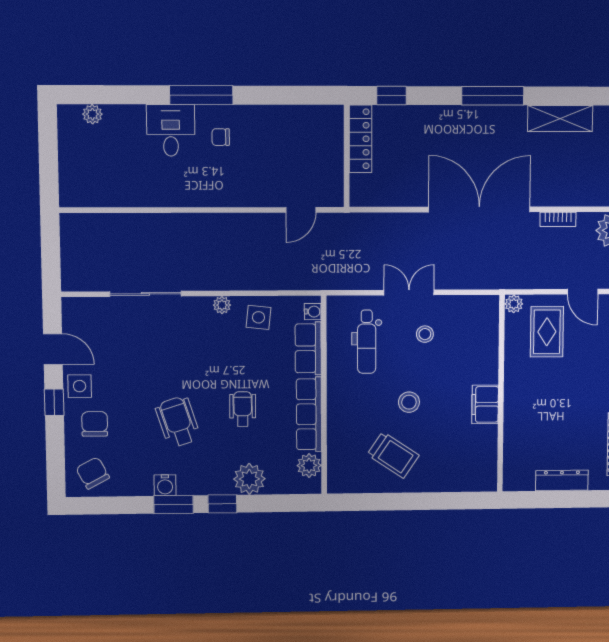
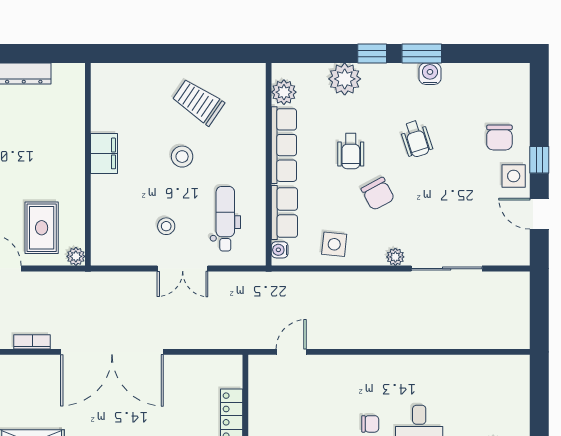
plant: (222, 305) -> (395, 257), moved
wheelchair: (178, 422) -> (416, 139), width x0.73, depth x0.73
chair: (93, 473) -> (378, 194), moved

